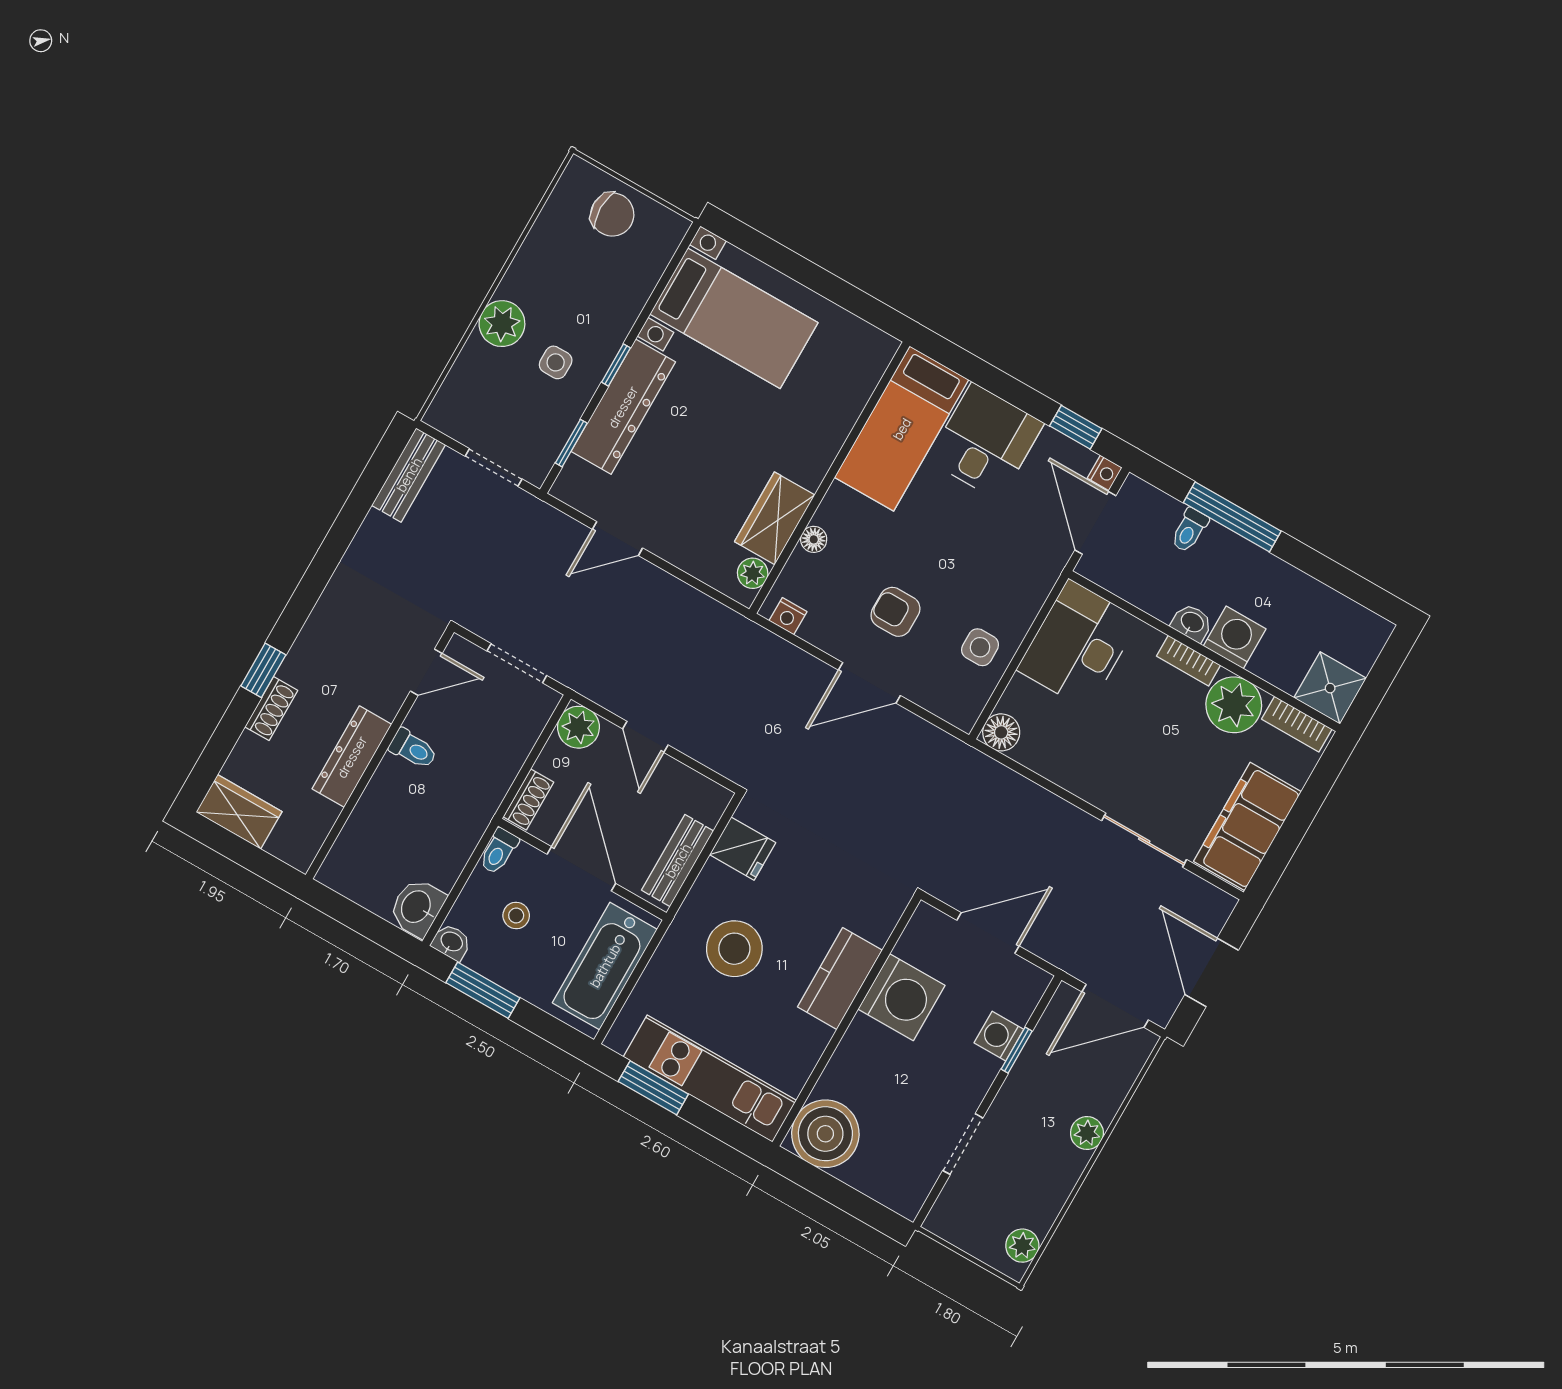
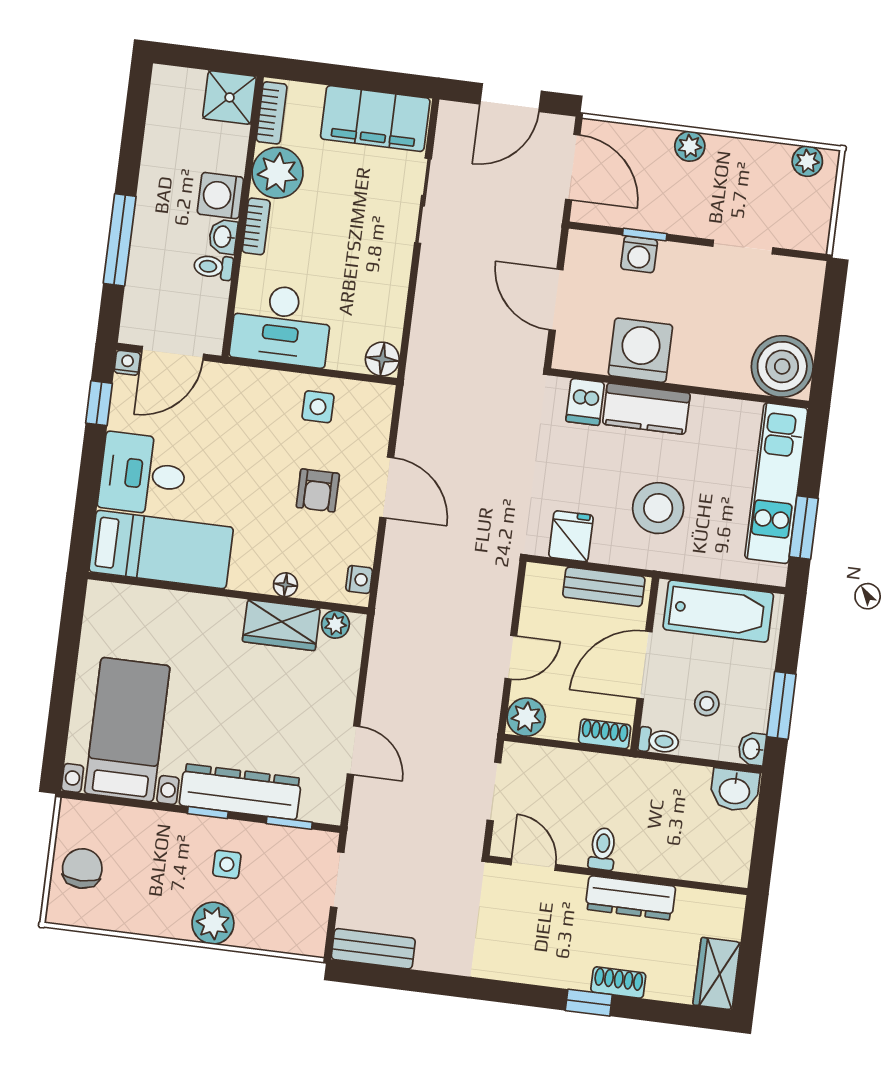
toilet: (1189, 530) -> (213, 267), moved, turned 180
dishwasher: (872, 919) -> (585, 402), added

